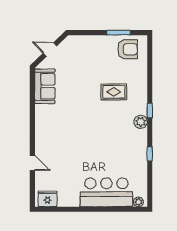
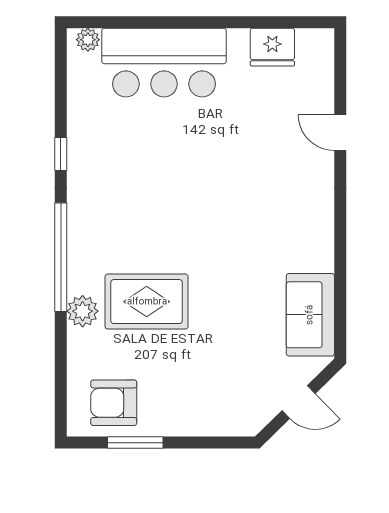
rug: (114, 92) -> (147, 302), width x1.36, depth x1.43
window: (150, 110) -> (61, 257), width x3.17
plant: (141, 122) -> (83, 311), moved
fridge: (48, 199) -> (272, 47), moved

